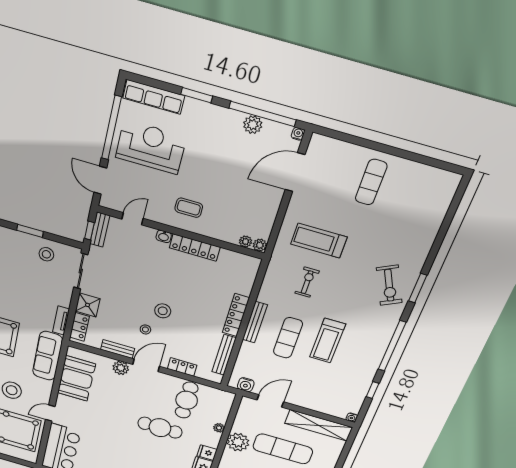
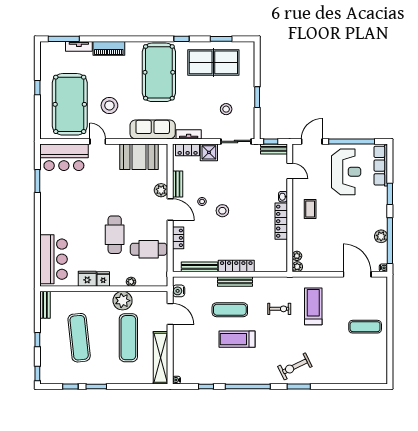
stool: (46, 254) -> (226, 109), moved

